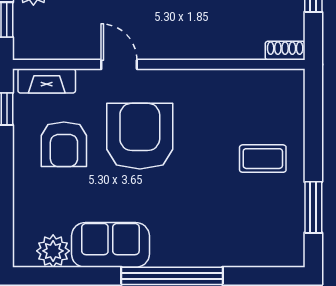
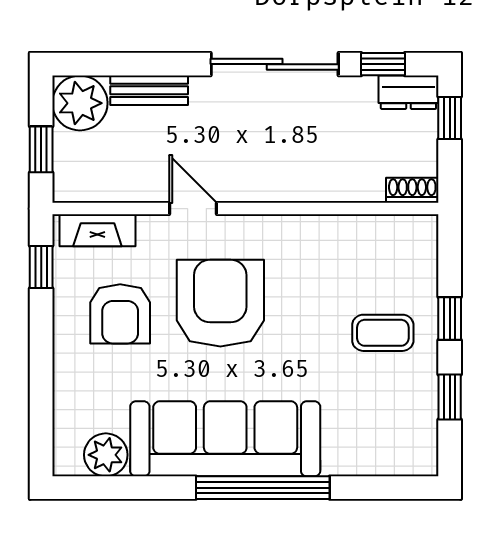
window: (313, 148) -> (450, 319), added
window: (313, 207) -> (450, 397), width x0.67
sofa: (110, 245) -> (225, 439), width x1.85, depth x1.27

